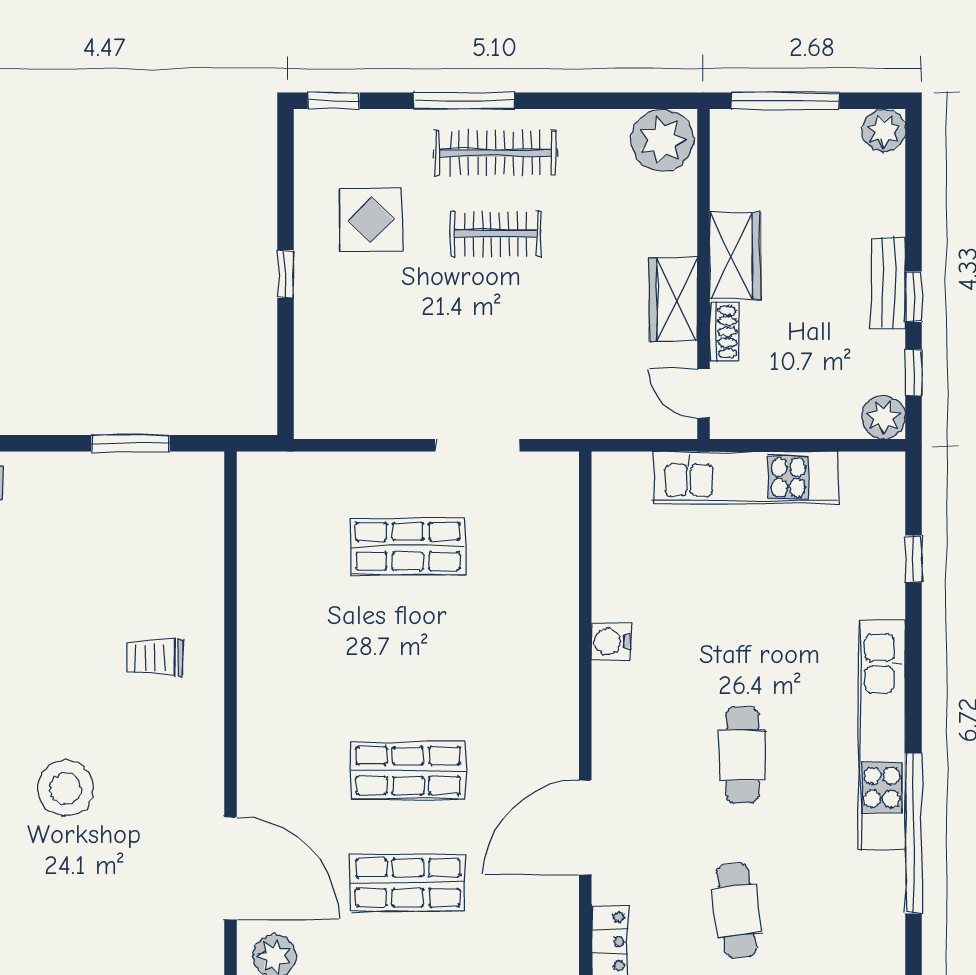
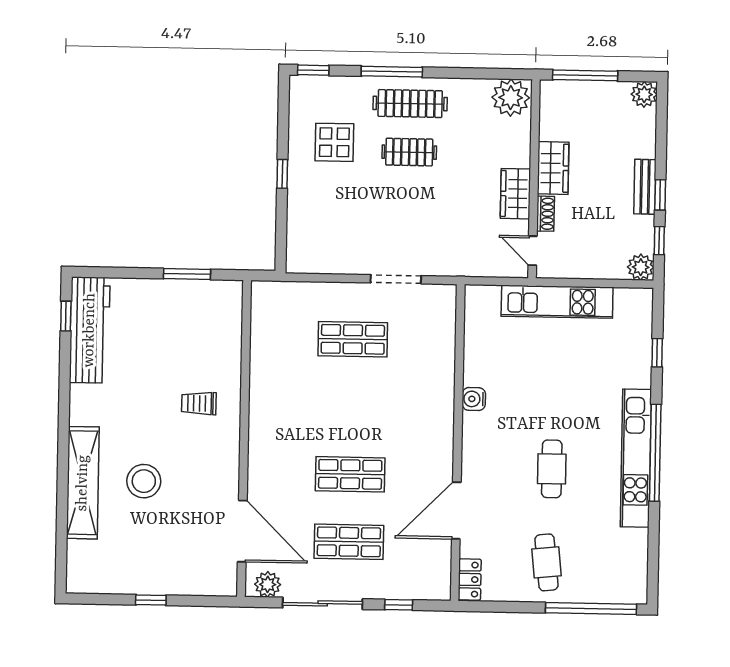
window: (914, 833) -> (655, 453), moved

